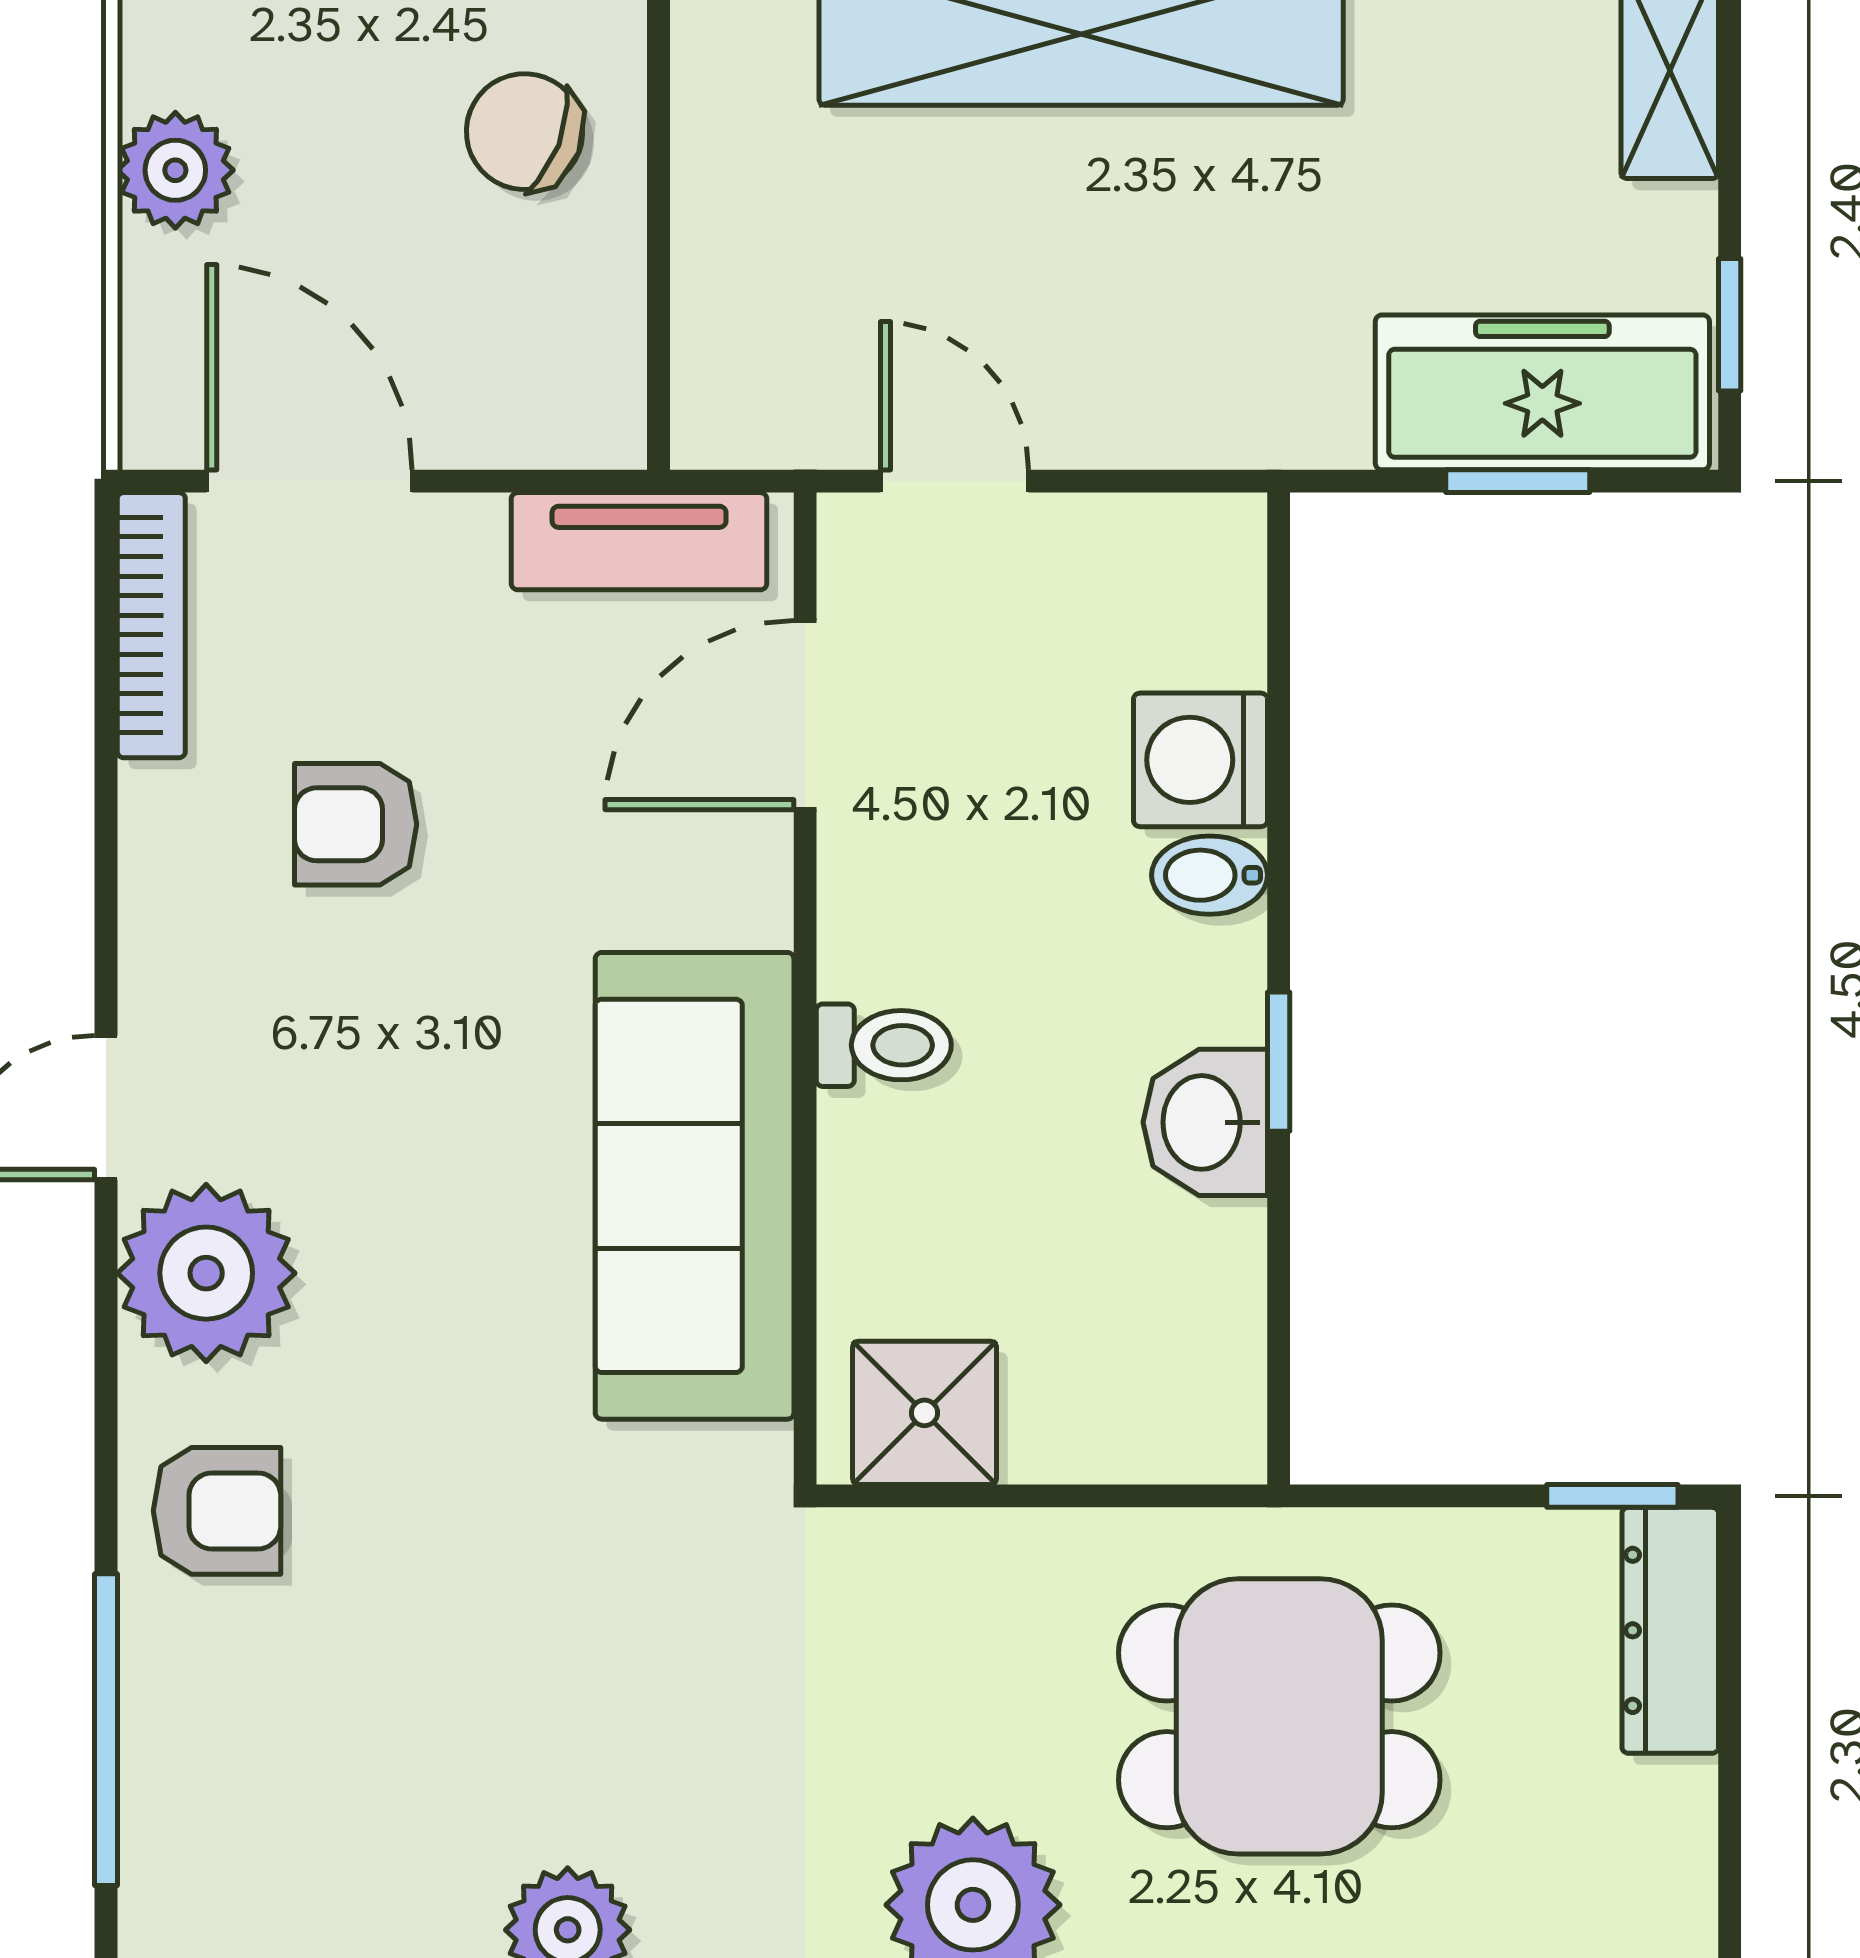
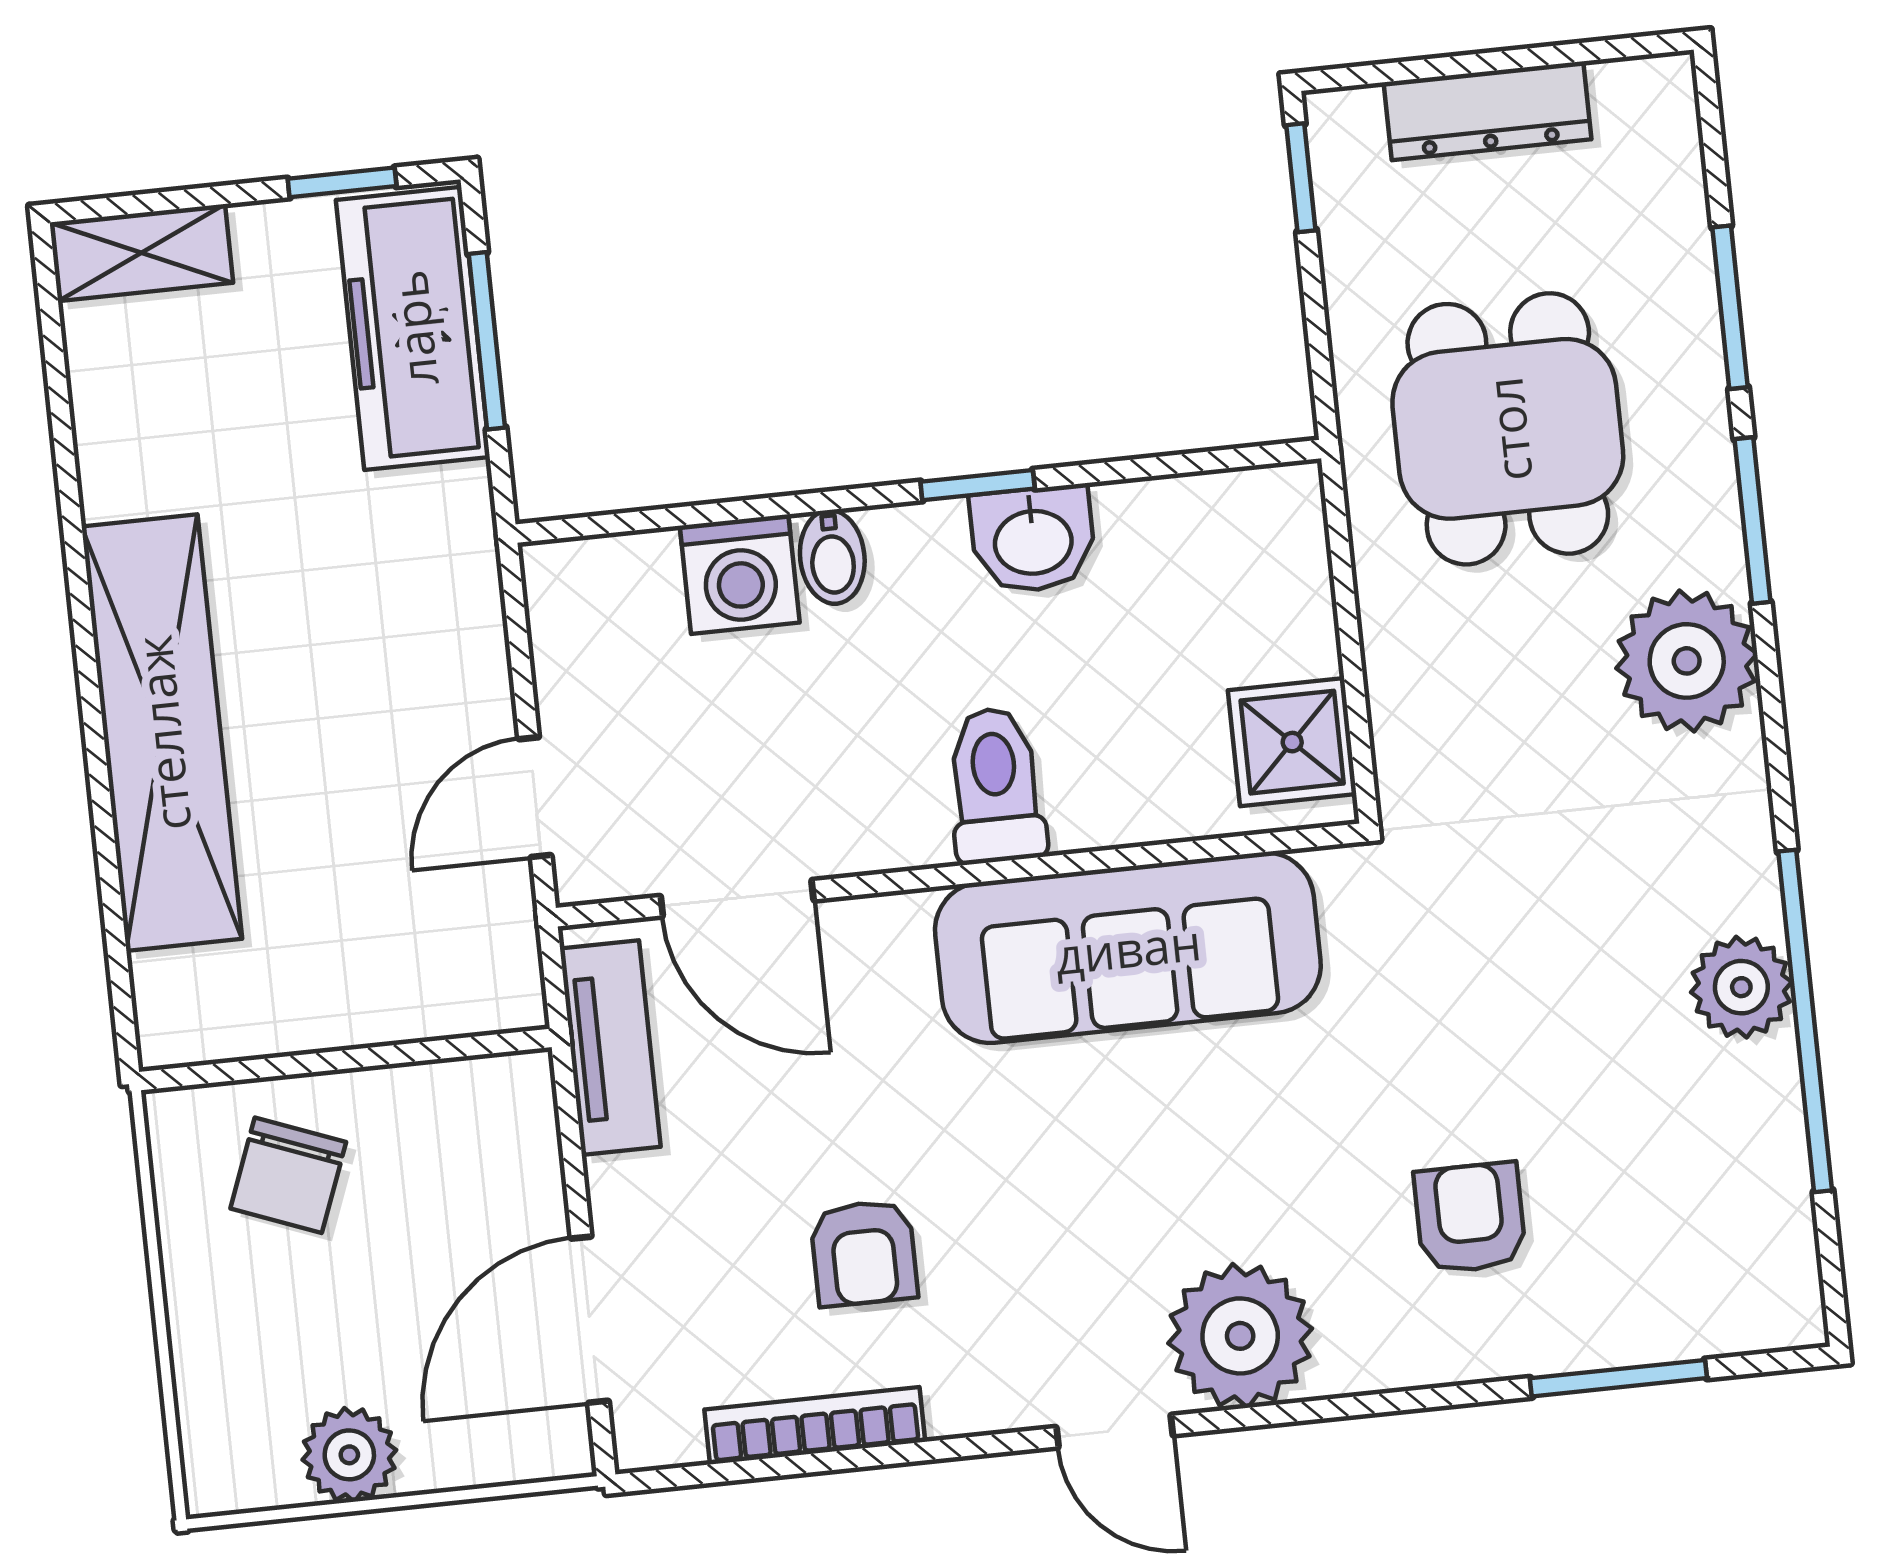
window: (1518, 481) -> (487, 341), width x1.50
bookcase: (151, 625) -> (815, 1426), moved
toilet: (884, 1045) -> (996, 785), width x1.37, depth x1.39
armchair: (217, 1511) -> (1470, 1218), moved
dresser: (1670, 1630) -> (1488, 111), moved
window: (106, 1730) -> (1618, 1378), width x0.69

